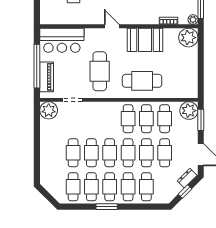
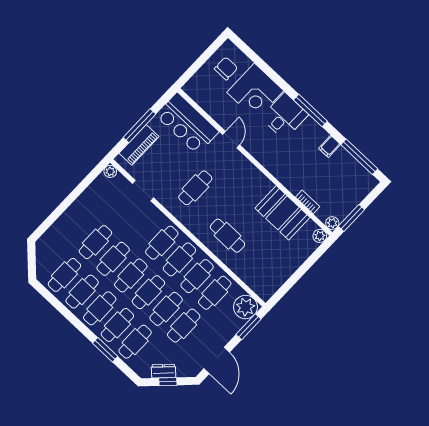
door: (112, 26) -> (231, 140), moved
plant: (188, 38) -> (320, 236), width x0.53, depth x0.53
booth: (145, 40) -> (282, 213), moved
window: (37, 66) -> (140, 126), width x0.68
cafe table: (100, 71) -> (195, 188), width x0.73, depth x0.74
cafe table: (142, 81) -> (227, 236), width x0.73, depth x0.74
plant: (49, 110) -> (110, 171), width x0.53, depth x0.53
cafe table: (110, 119) -> (162, 243), added
dresser: (187, 178) -> (163, 371), moved
window: (107, 207) -> (105, 350), moved

